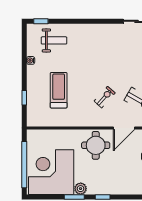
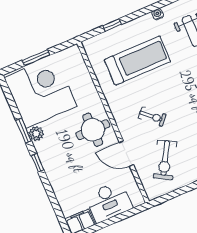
treadmill: (59, 90) -> (137, 61), width x1.37, depth x1.38
window: (24, 165) -> (36, 58), width x0.47

